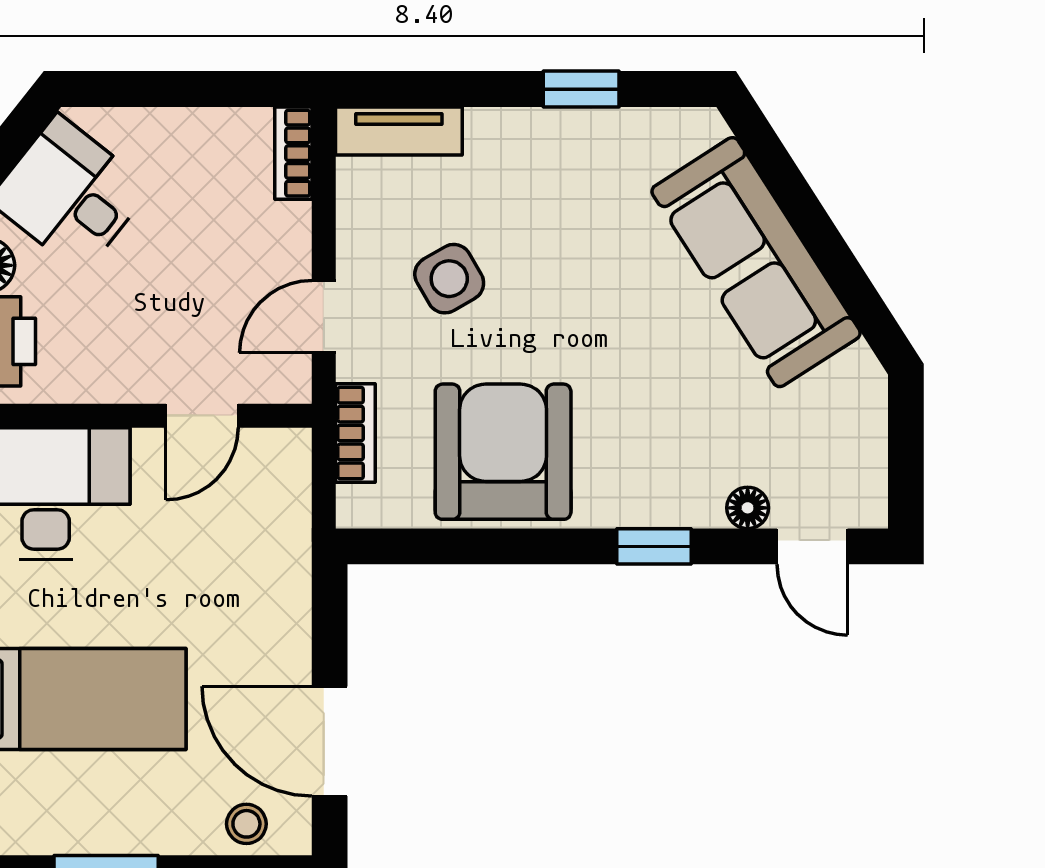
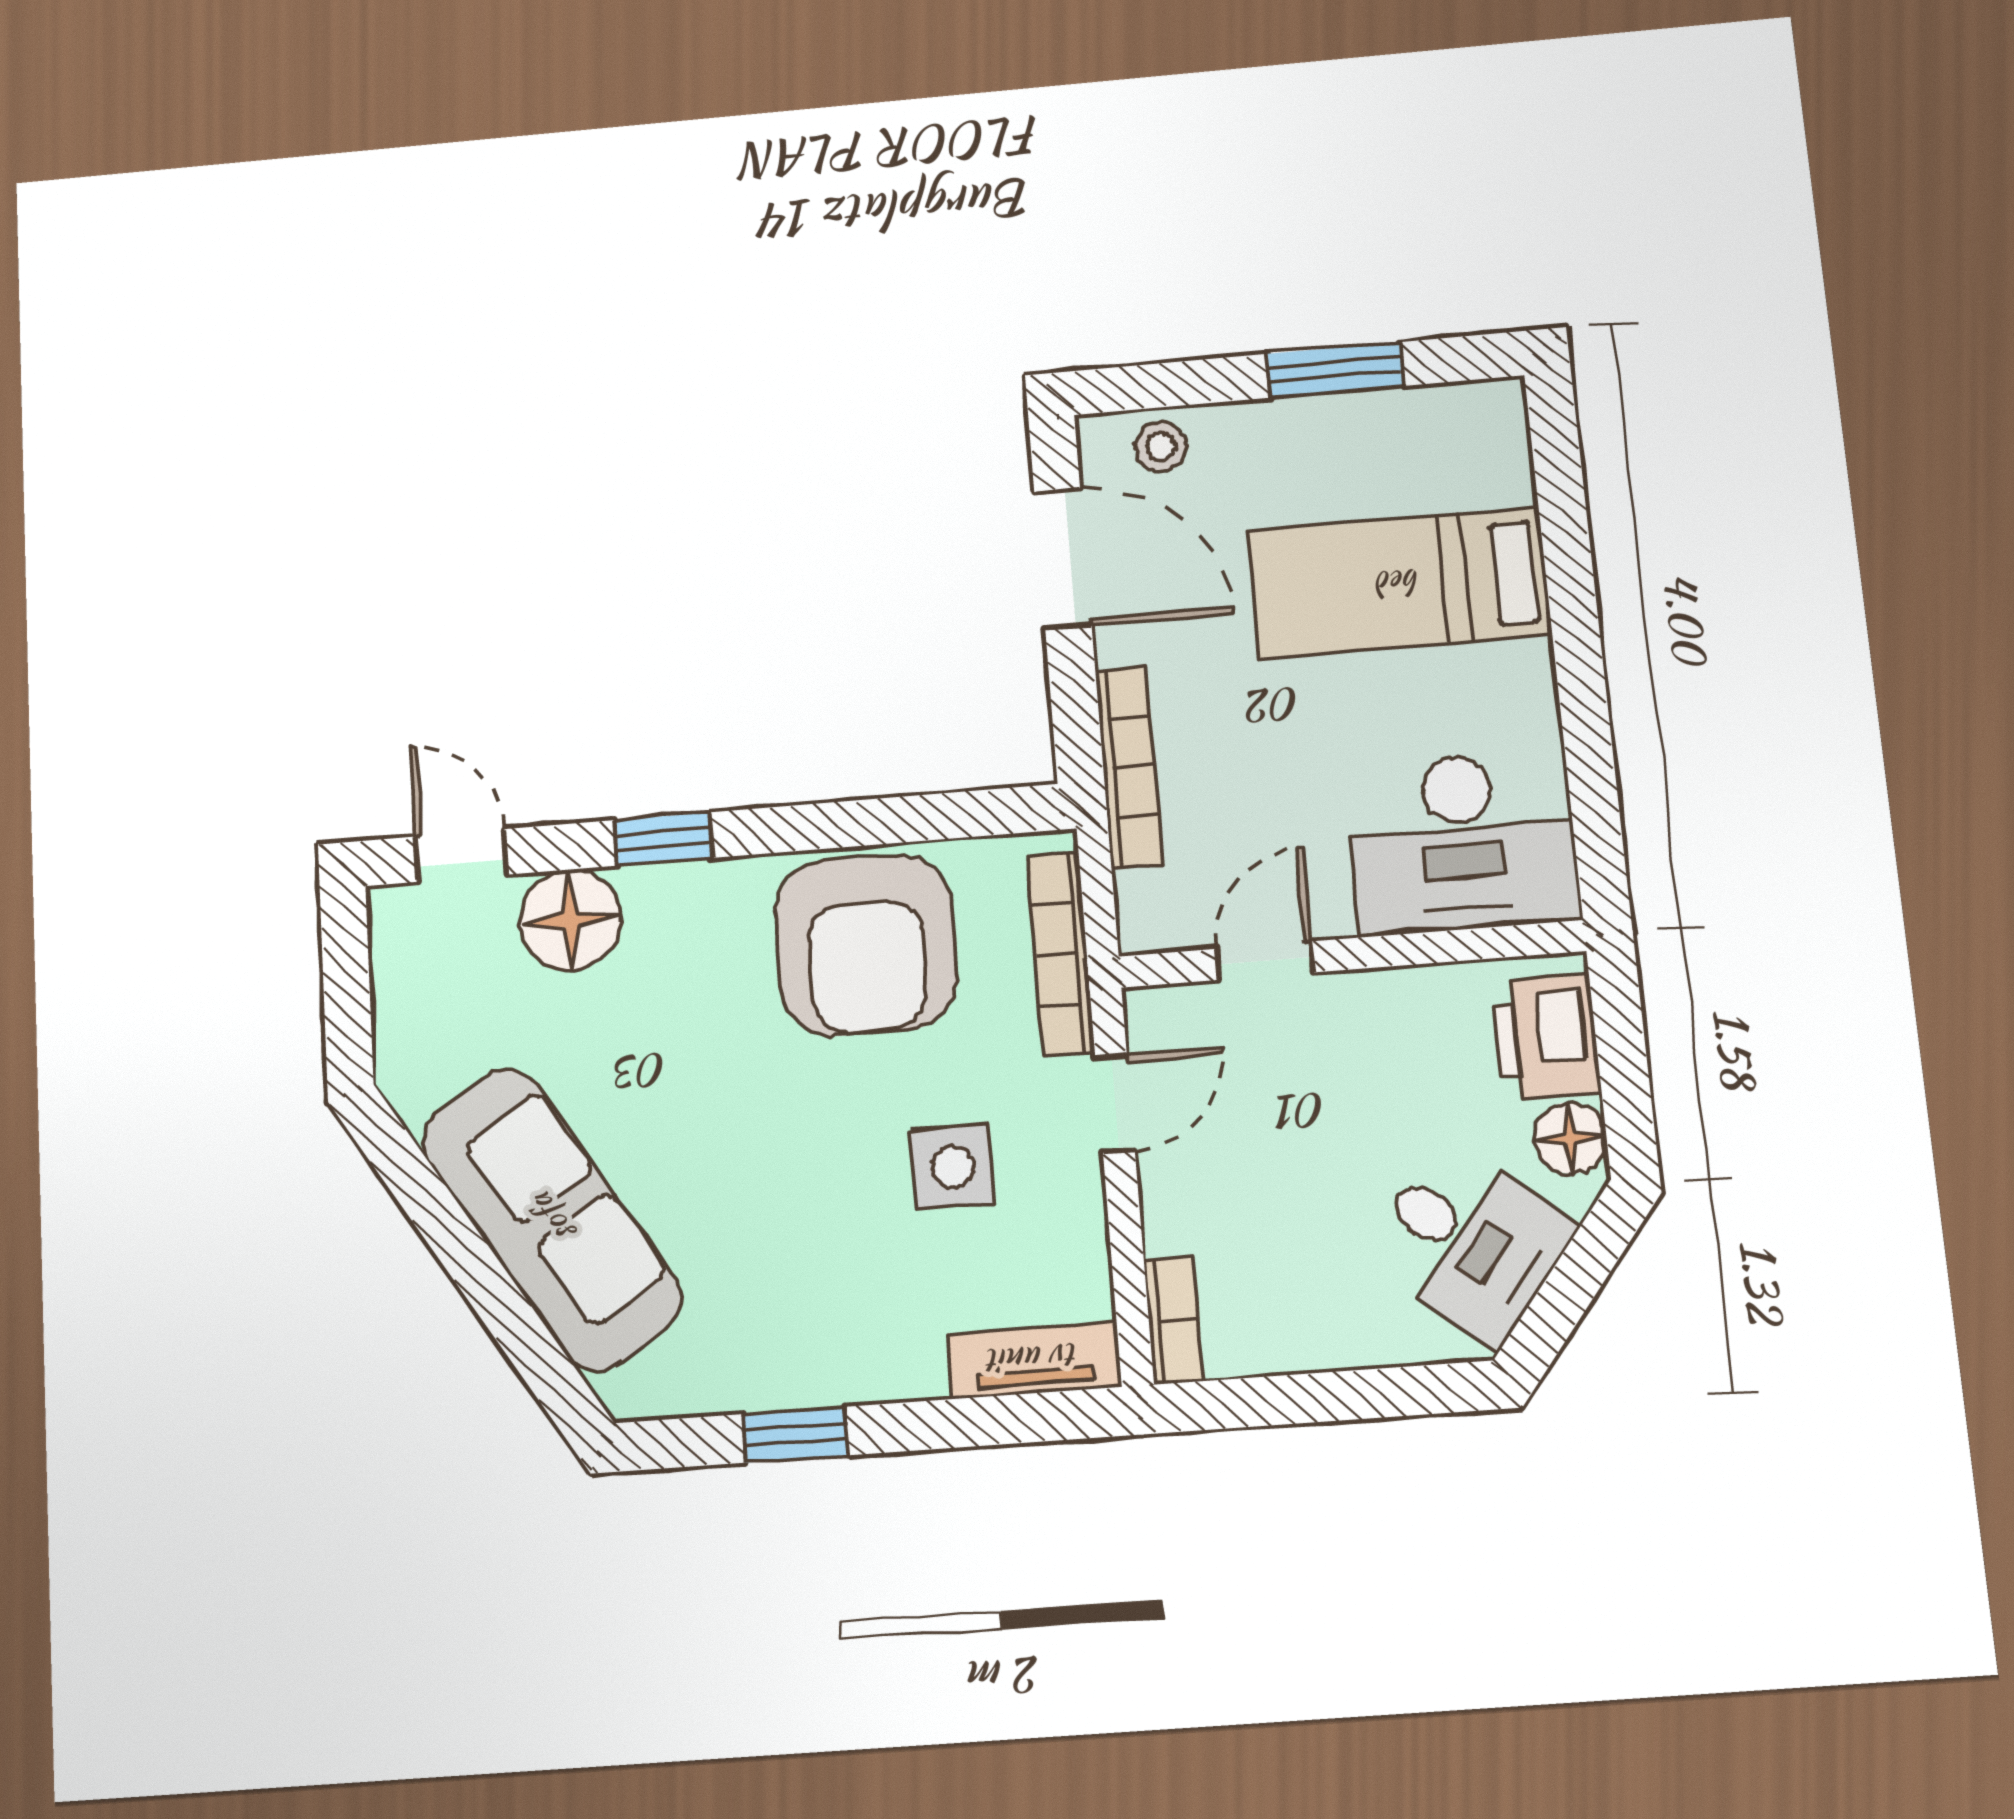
side table: (449, 279) -> (953, 1167), turned 30
bookcase: (355, 433) -> (1061, 954), width x1.56
floor lamp: (748, 508) -> (571, 920), width x1.89, depth x1.89
bookcase: (292, 573) -> (1129, 767), added

